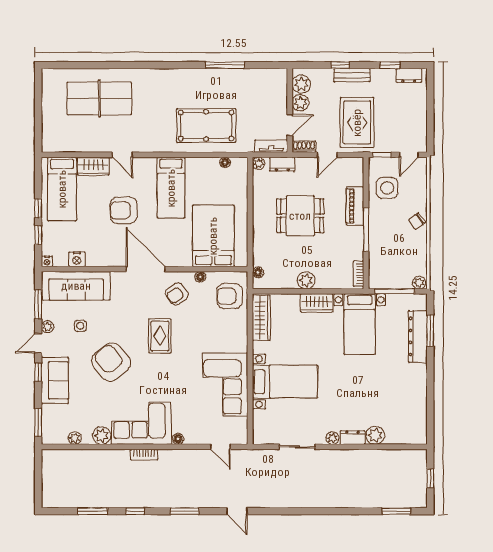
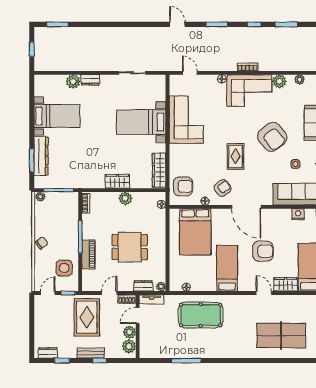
bed with nightstands: (360, 324) -> (57, 116), moved, turned 90
plant: (332, 438) -> (105, 79), removed

